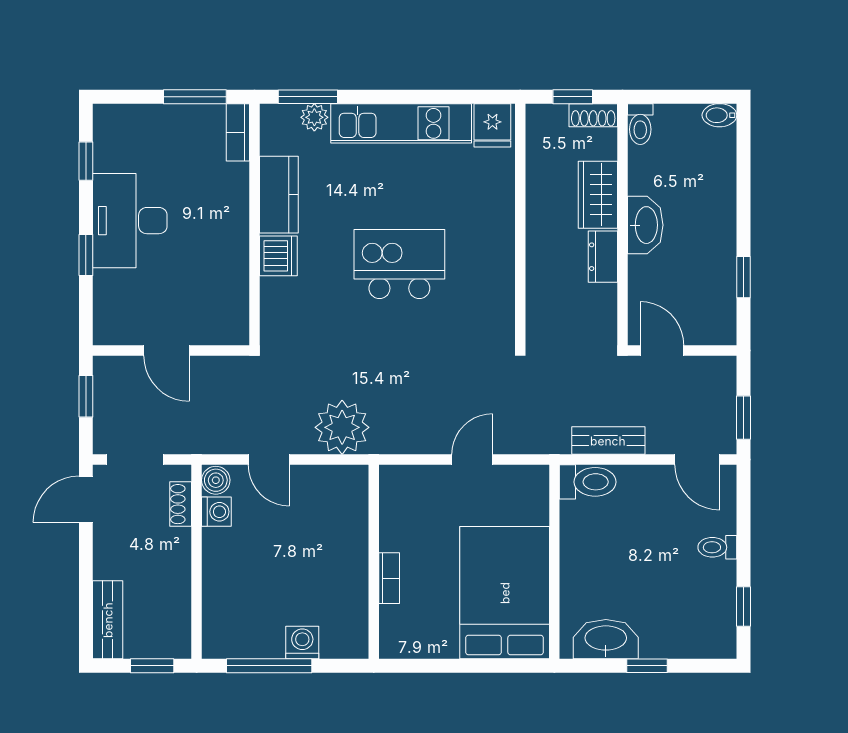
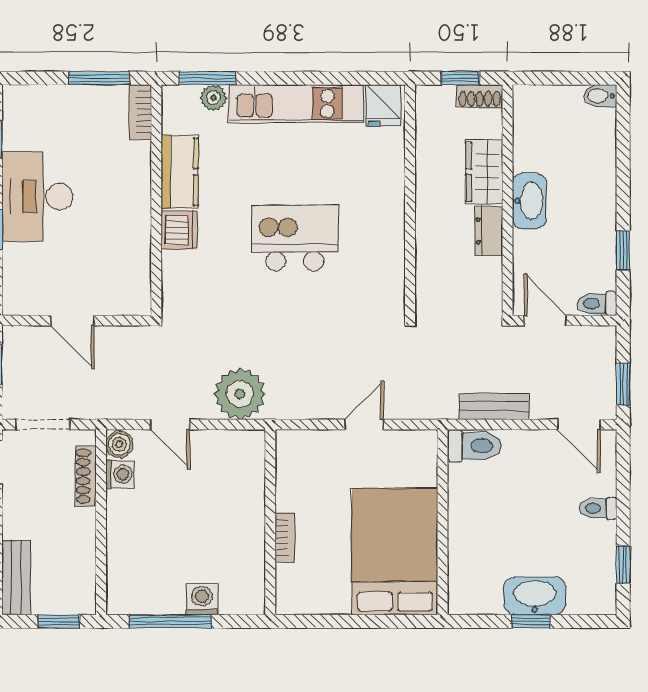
toilet: (640, 124) -> (597, 304), moved, turned 90
shoe rack: (181, 504) -> (86, 476), width x1.43
washbasin: (606, 639) -> (535, 596), moved

